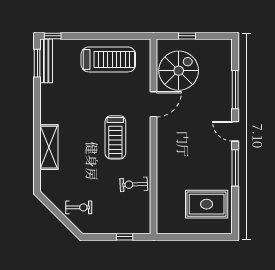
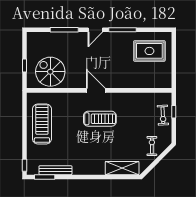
bench: (46, 61) -> (55, 170), moved
door: (154, 104) -> (96, 90), moved
shelving: (49, 147) -> (122, 168), moved
exercise bike: (134, 184) -> (163, 115), moved
rug: (207, 204) -> (149, 51), turned 90

